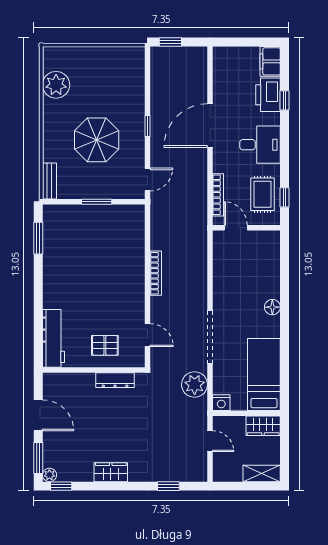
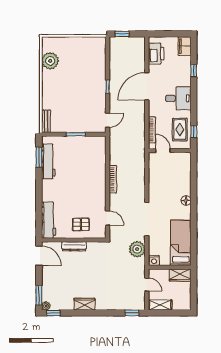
printer: (268, 95) -> (156, 54), moved, turned 180
parasol: (97, 140) -> (76, 95), removed
workbench: (53, 245) -> (48, 161), added
dresser: (115, 380) -> (74, 246), moved
door: (38, 415) -> (39, 256), moved
shelving: (262, 473) -> (160, 305), moved
window: (168, 486) -> (132, 313), moved

